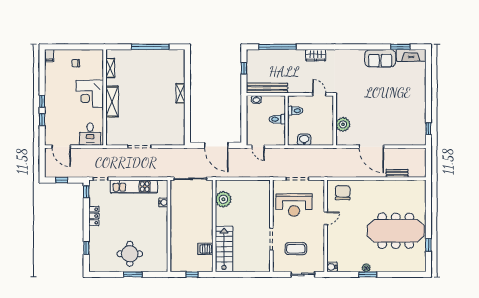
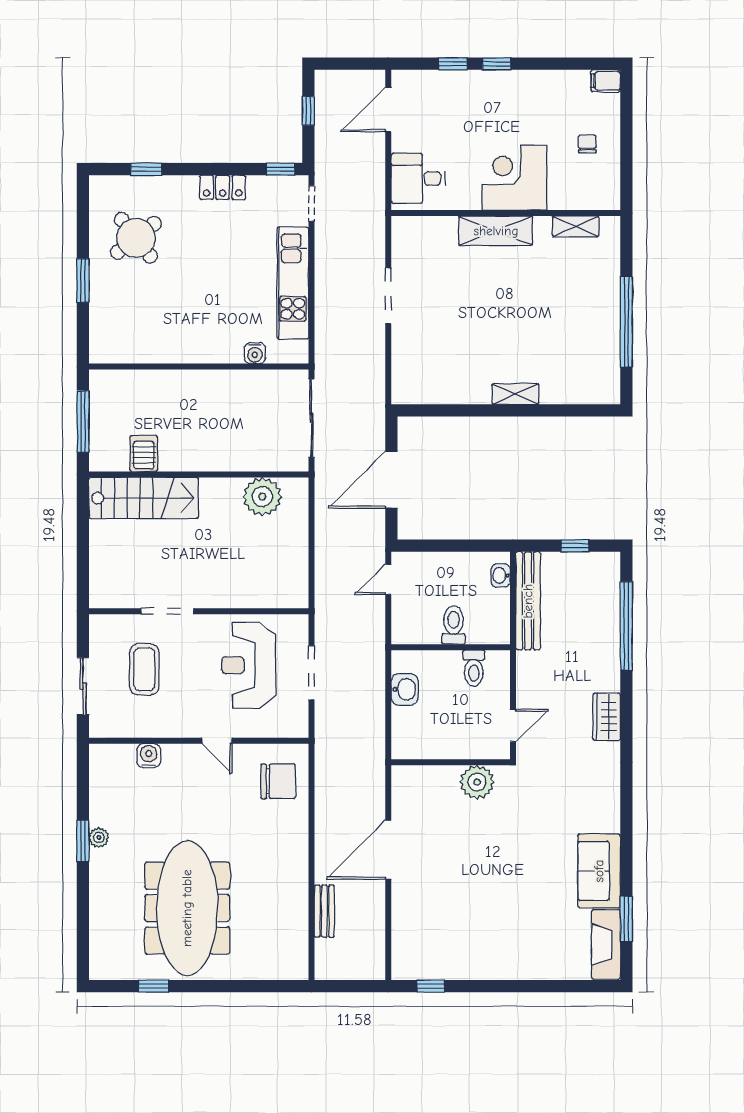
plant: (343, 124) -> (477, 782), moved
round table: (130, 254) -> (136, 238), moved, turned -38
water cooler: (332, 267) -> (149, 756), moved
window: (192, 274) -> (83, 421), width x2.17

